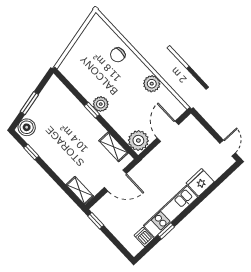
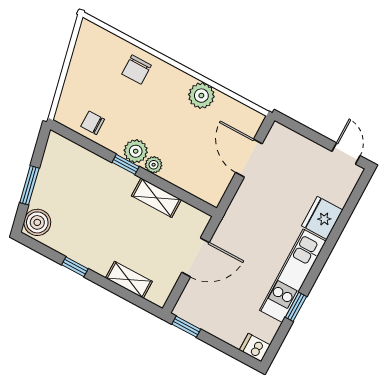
chair: (80, 78) -> (93, 123), added
plant: (138, 140) -> (154, 165), moved, width x0.53, depth x0.53
shelving: (113, 147) -> (156, 198), moved
window: (31, 152) -> (75, 267), moved
shelving: (80, 190) -> (129, 280), moved
dishwasher: (144, 237) -> (255, 347), moved

